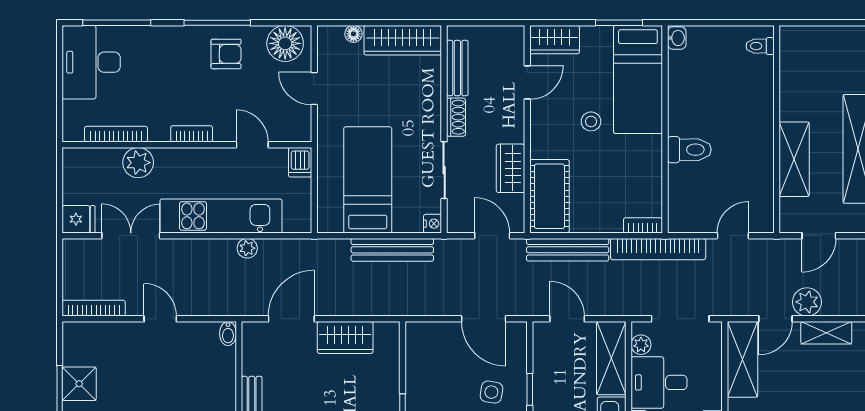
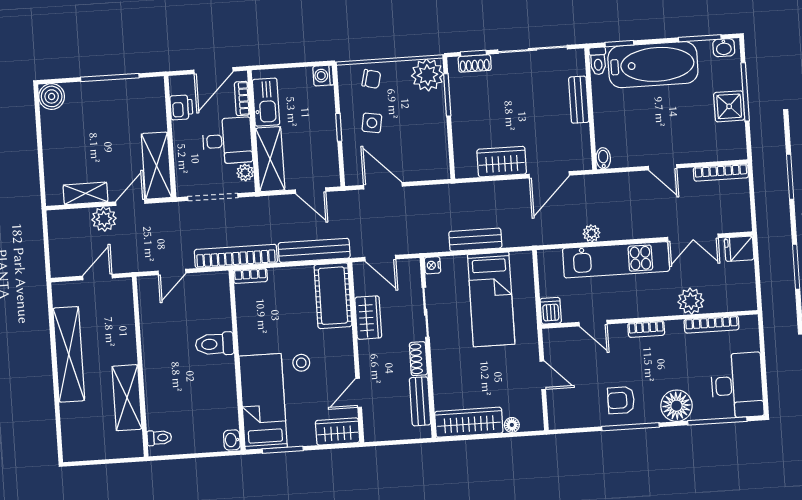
floor lamp: (285, 43) -> (676, 406), moved
shelving: (794, 159) -> (127, 398), moved
bench: (392, 250) -> (475, 240), width x0.73

